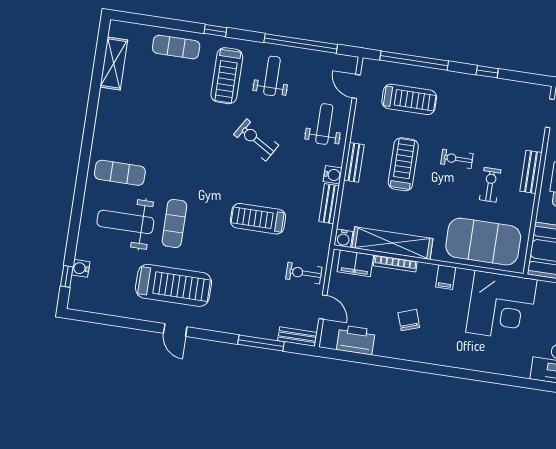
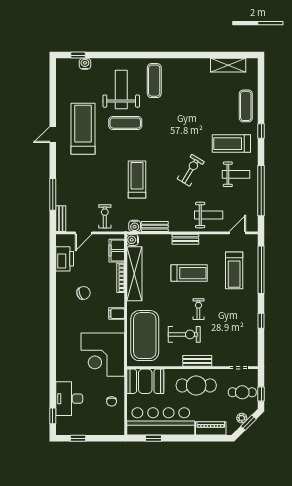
water cooler: (333, 175) -> (135, 226), moved
exercise bike: (490, 185) -> (184, 334), width x1.38, depth x1.39
treadmill: (174, 285) -> (83, 129), turned 180

